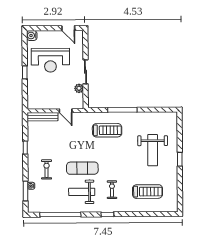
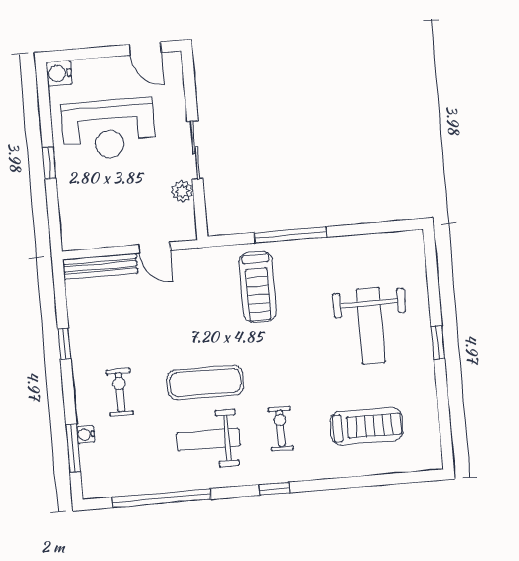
treadmill: (107, 130) -> (258, 287), turned 90

